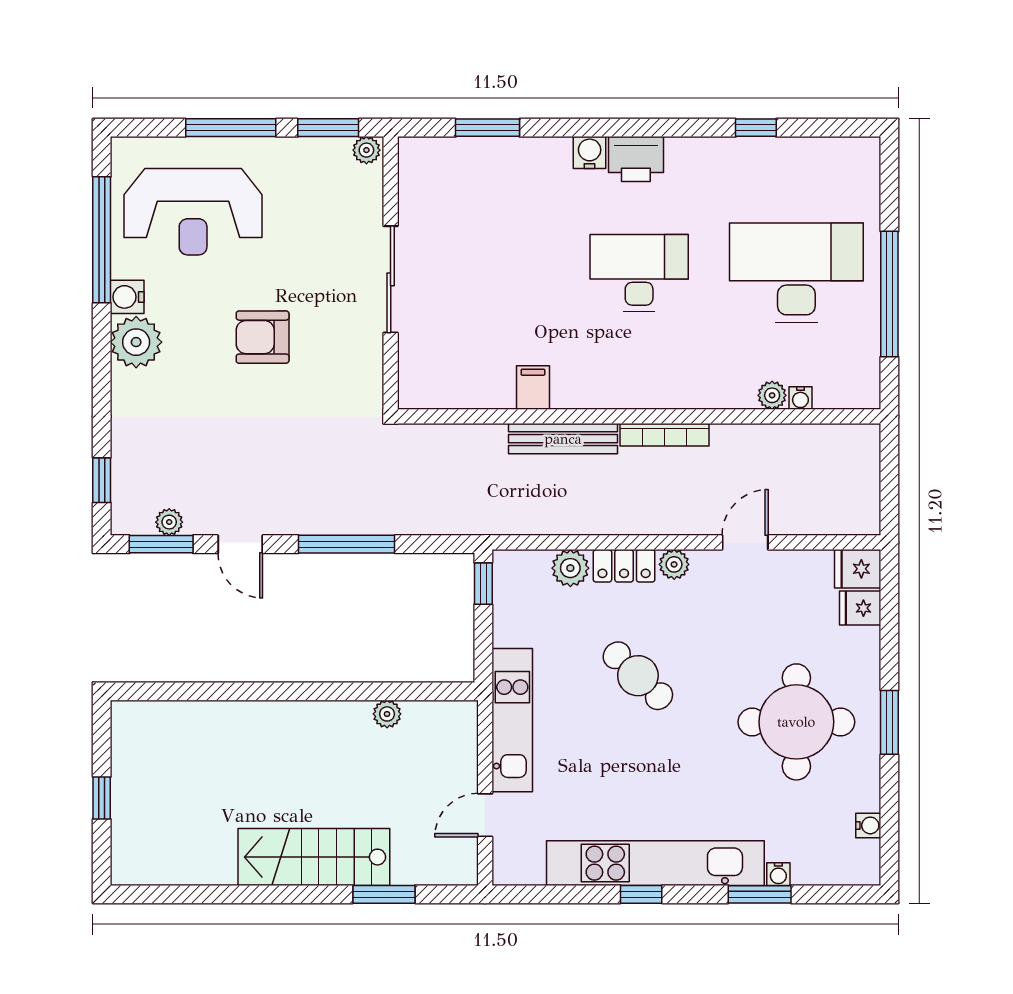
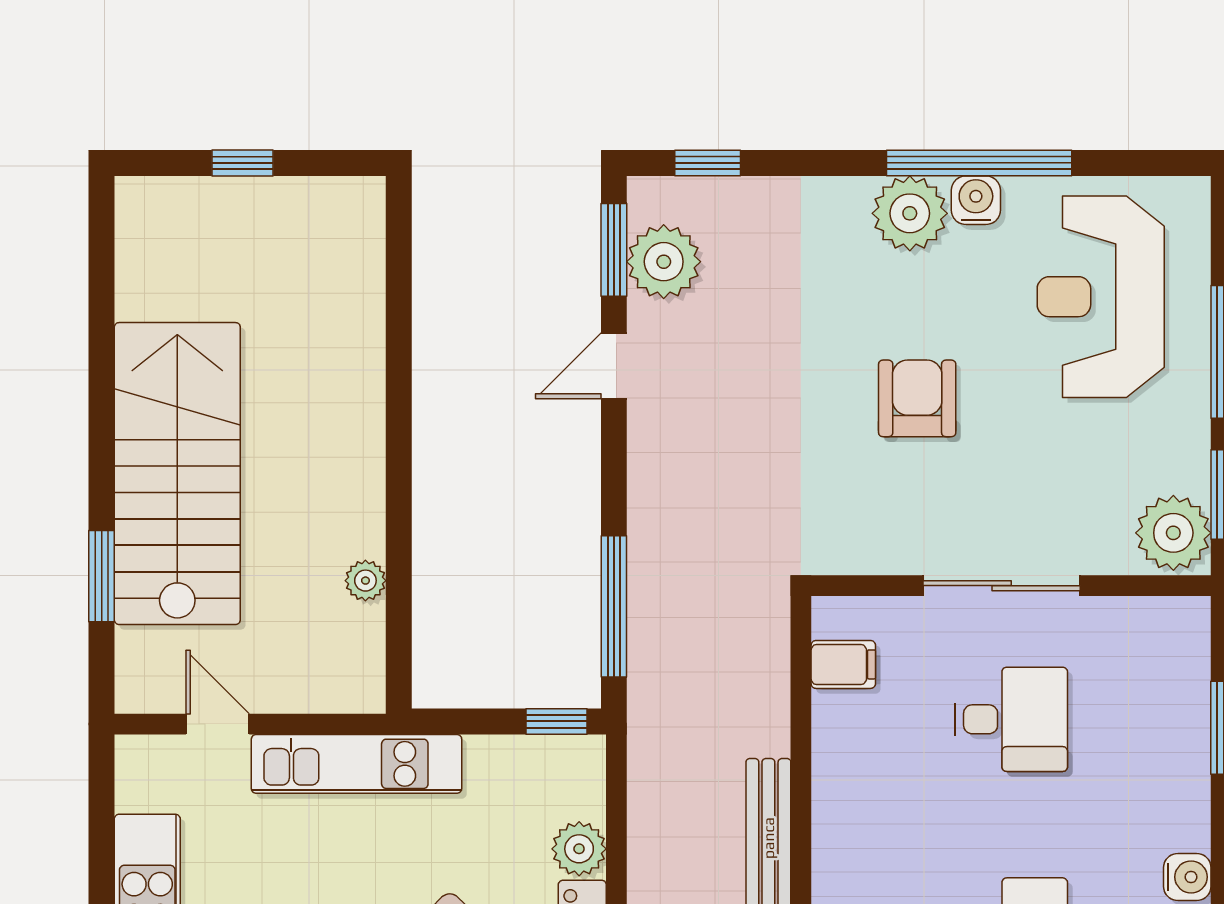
plant: (366, 150) -> (1173, 533), width x1.88, depth x1.88
window: (102, 240) -> (979, 163), moved
desk: (482, 273) -> (1011, 719), added
filing cabinet: (533, 388) -> (843, 664), moved
plant: (169, 522) -> (664, 262), width x1.87, depth x1.87
window: (347, 544) -> (614, 606), moved
stairs: (314, 857) -> (177, 474), width x1.36, depth x1.51

